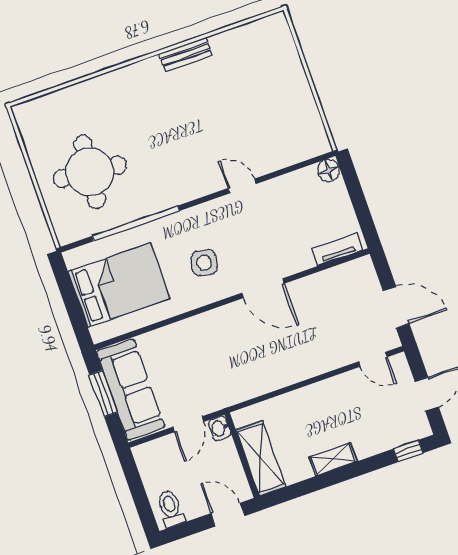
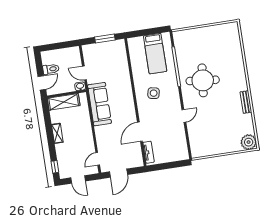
plant: (273, 32) -> (249, 142), added
floor lamp: (329, 170) -> (184, 155), removed
round table: (90, 172) -> (203, 80), moved
bed: (119, 285) -> (155, 54), width x0.67
door: (263, 288) -> (140, 132), moved
sofa: (131, 389) -> (99, 104), moved, turned -90
toilet: (171, 508) -> (51, 69), moved

